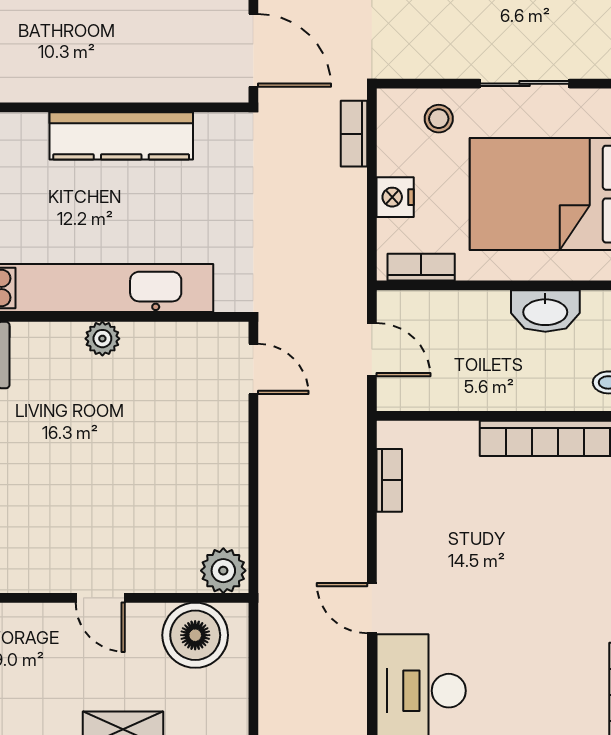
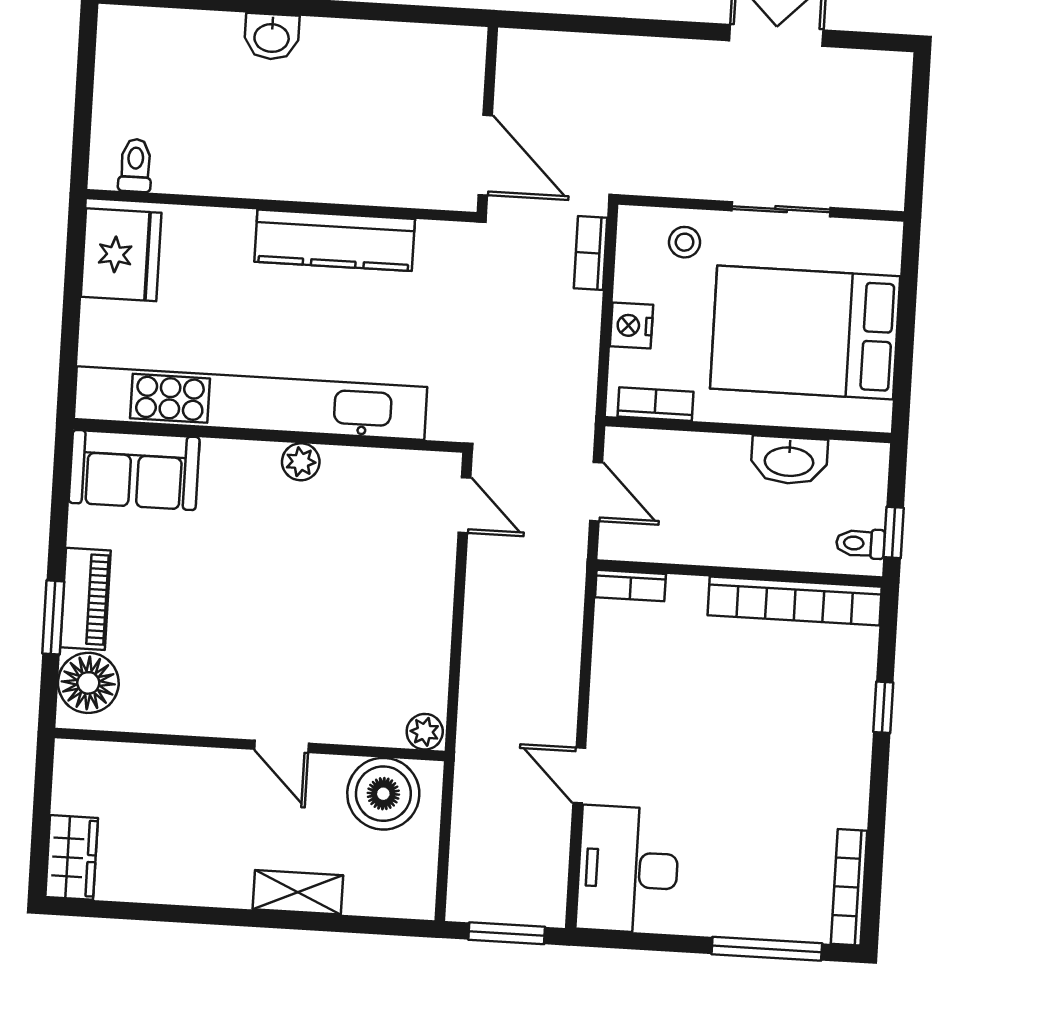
bookcase: (389, 480) -> (630, 586), moved, turned 90
plant: (223, 571) -> (425, 732), width x0.73, depth x0.73

